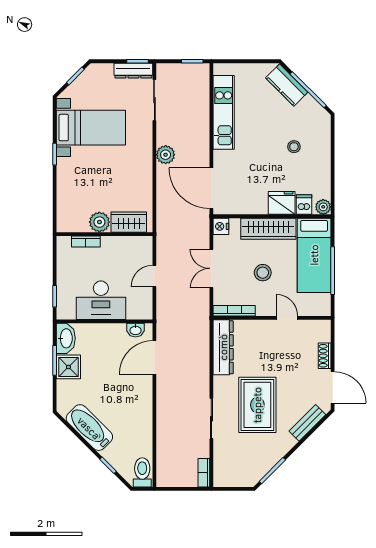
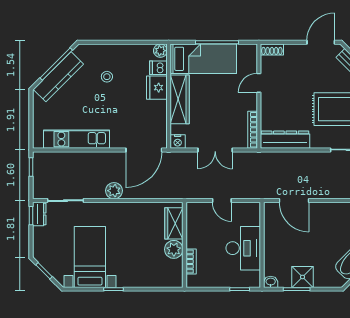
dresser: (133, 71) -> (39, 214), width x0.70
kitchen counter: (287, 85) -> (58, 77), width x1.50
stool: (263, 273) -> (219, 104), removed
washbasin: (136, 330) -> (270, 217), removed
washbasin: (66, 338) -> (271, 282), width x0.52, depth x0.69
shoe rack: (325, 356) -> (272, 49), moved

